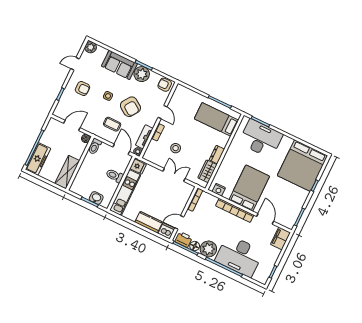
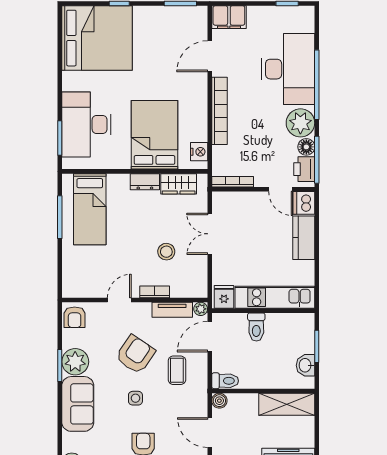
bed: (249, 188) -> (154, 135), moved, turned 90
washbasin: (96, 198) -> (305, 365), moved

